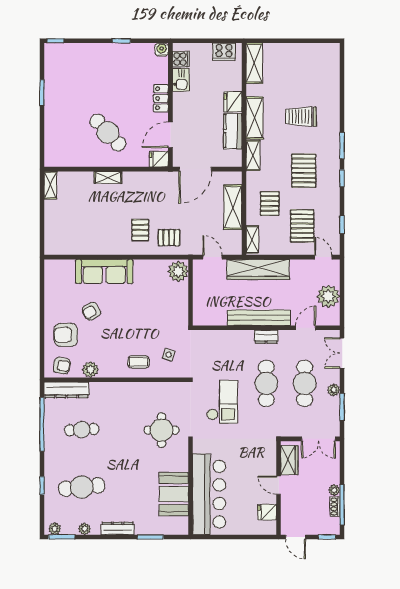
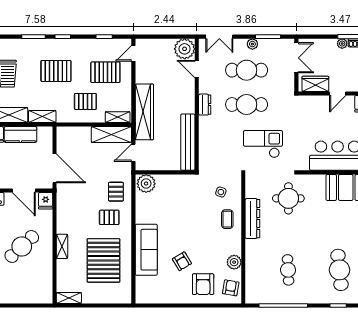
shelving: (233, 207) -> (111, 134), moved
pallet: (92, 224) -> (104, 260), added
plant: (328, 296) -> (185, 49), moved
bench: (259, 318) -> (188, 142), moved
dresser: (67, 390) -> (252, 219), moved

